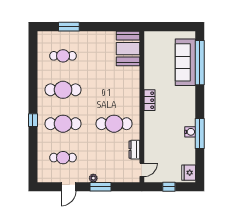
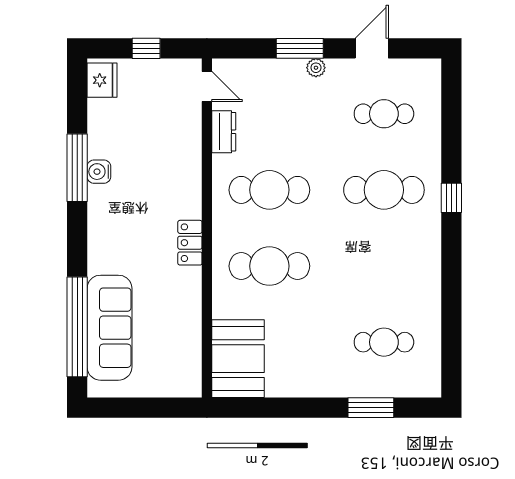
cafe table: (63, 90) -> (269, 266), moved
door: (142, 170) -> (207, 87), swing flipped

